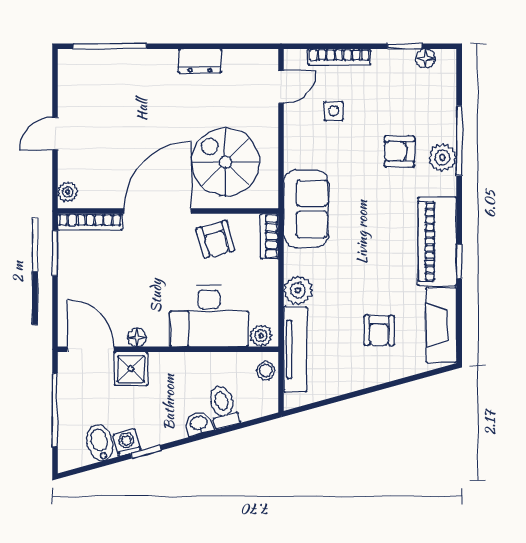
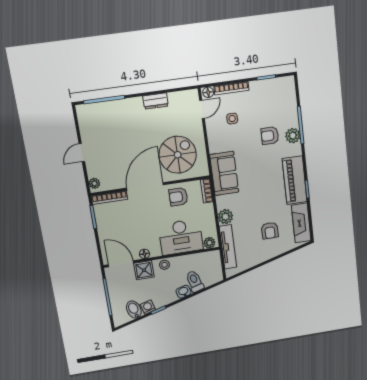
floor lamp: (425, 58) -> (208, 92), moved
spiral stairs: (225, 162) -> (178, 155), turned 90
armchair: (215, 239) -> (178, 197), turned 105
stool: (266, 371) -> (164, 265), moved

